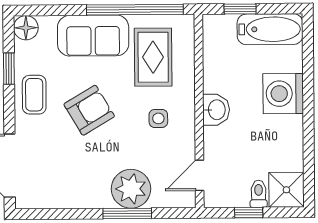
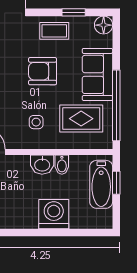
bathtub: (270, 29) -> (101, 184), moved
bidet: (216, 83) -> (62, 165), added
armchair: (89, 110) -> (43, 71), turned 121

